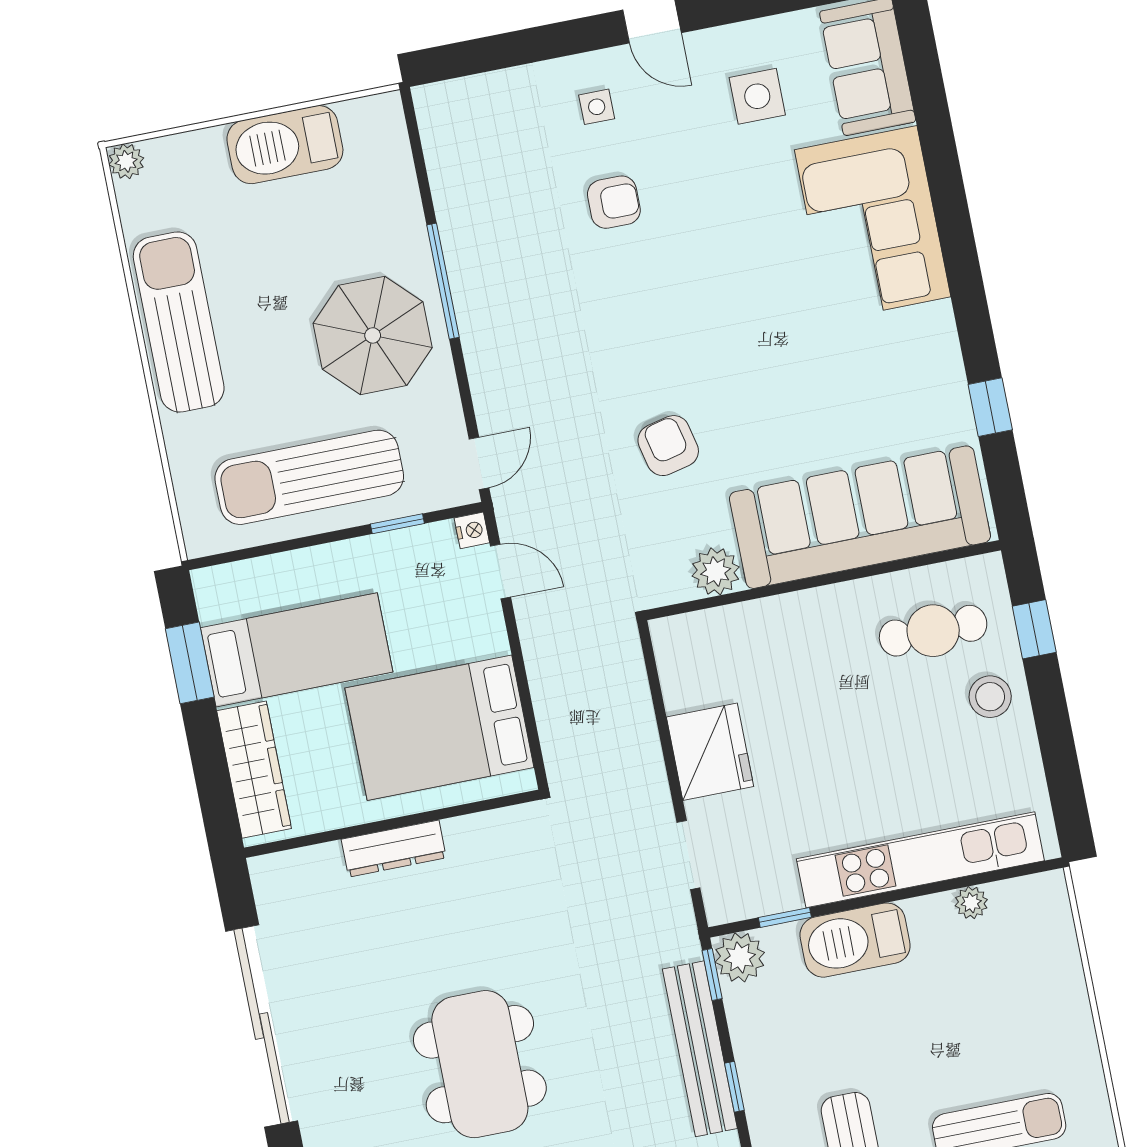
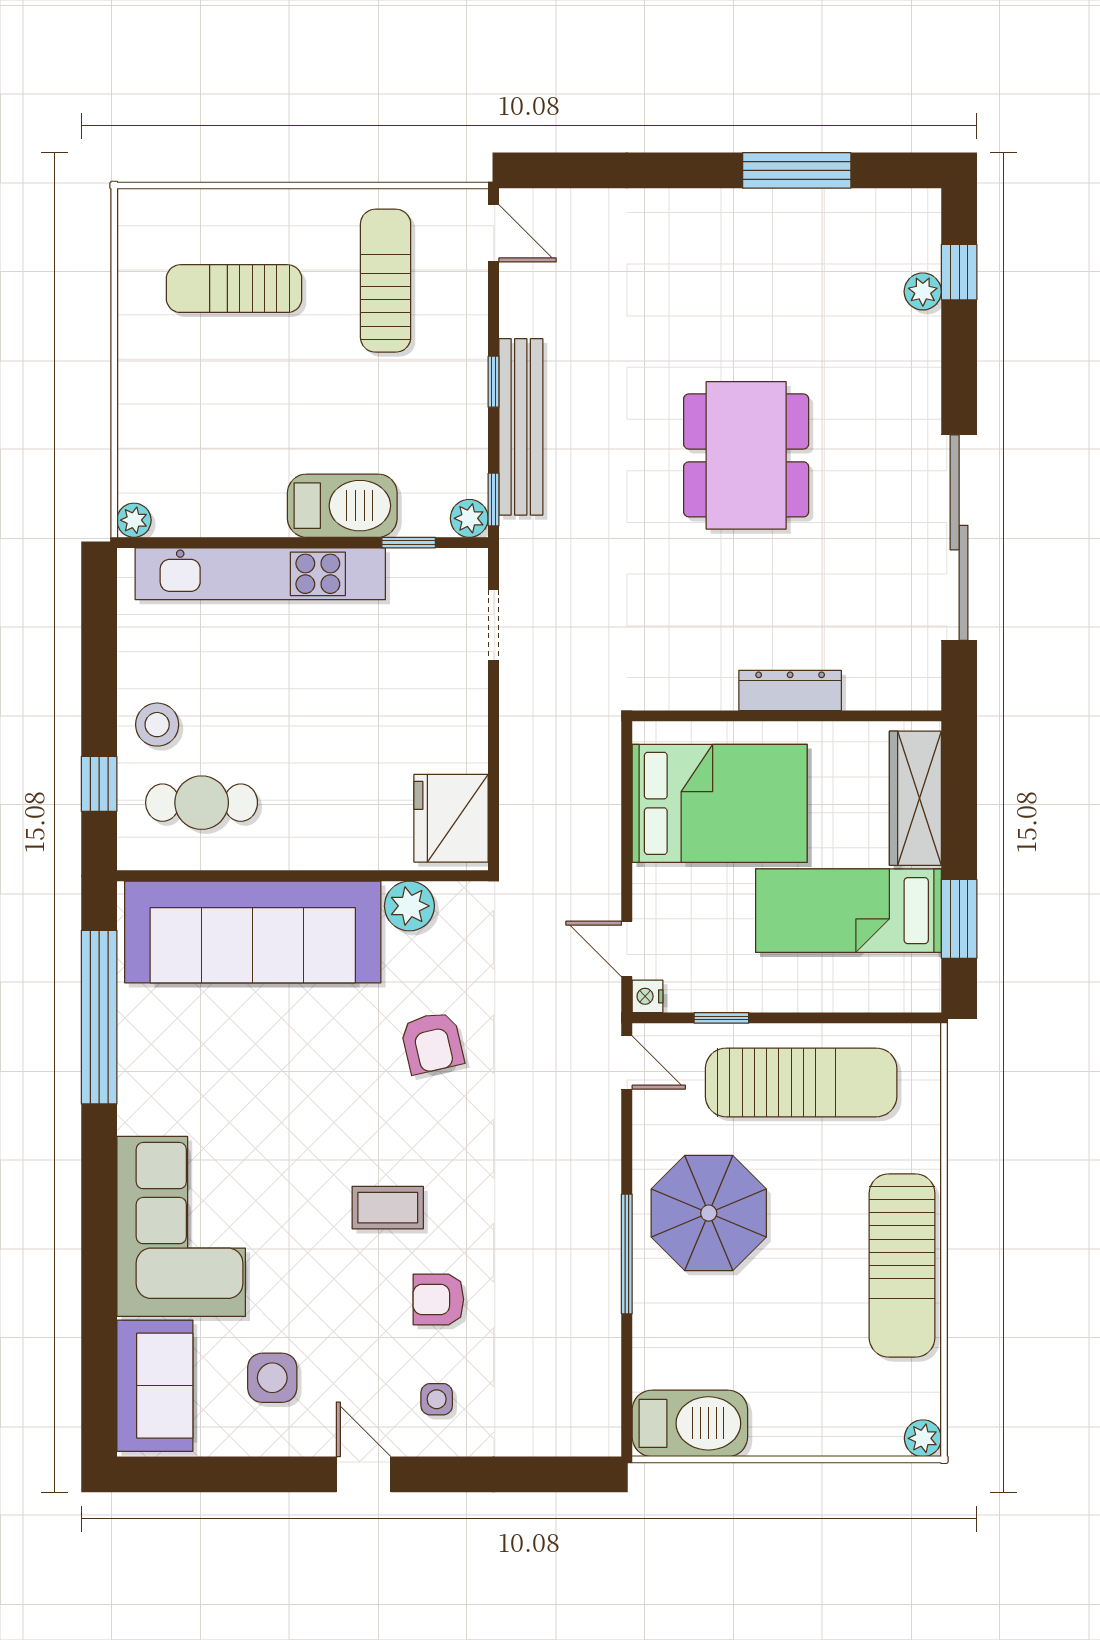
barbecue: (285, 145) -> (690, 1423), moved
coffee table: (679, 280) -> (388, 1208), added
window: (990, 407) -> (99, 1017), width x3.17
door: (479, 463) -> (627, 1063), swing flipped
fridge: (710, 752) -> (451, 818), moved
plant: (971, 903) -> (134, 520), moved
plant: (740, 957) -> (469, 518), width x0.73, depth x0.73

